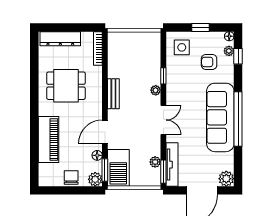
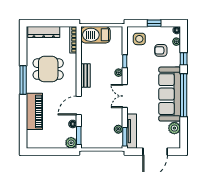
window: (238, 56) -> (184, 59), moved
window: (34, 99) -> (23, 80), added
double door: (163, 120) -> (125, 96), swing flipped
barbecue: (118, 168) -> (96, 35), moved, turned 90
chair: (71, 178) -> (52, 141), removed
plant: (226, 179) -> (174, 128), moved

